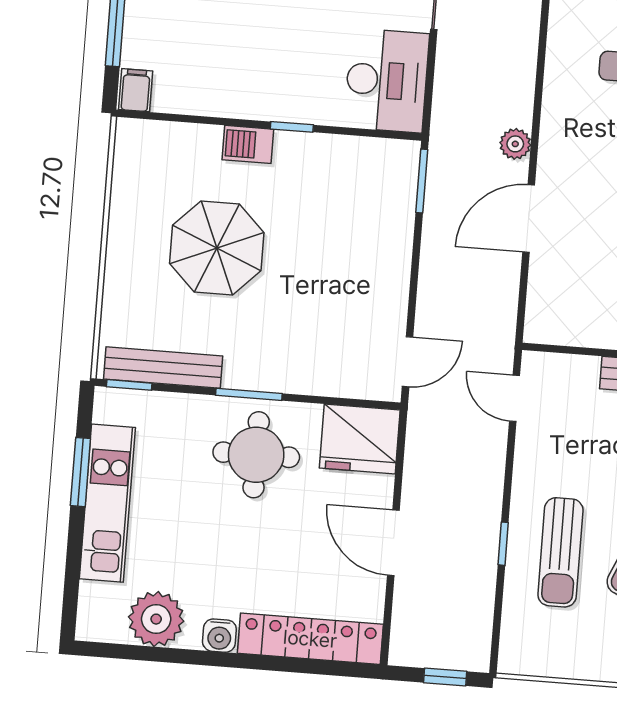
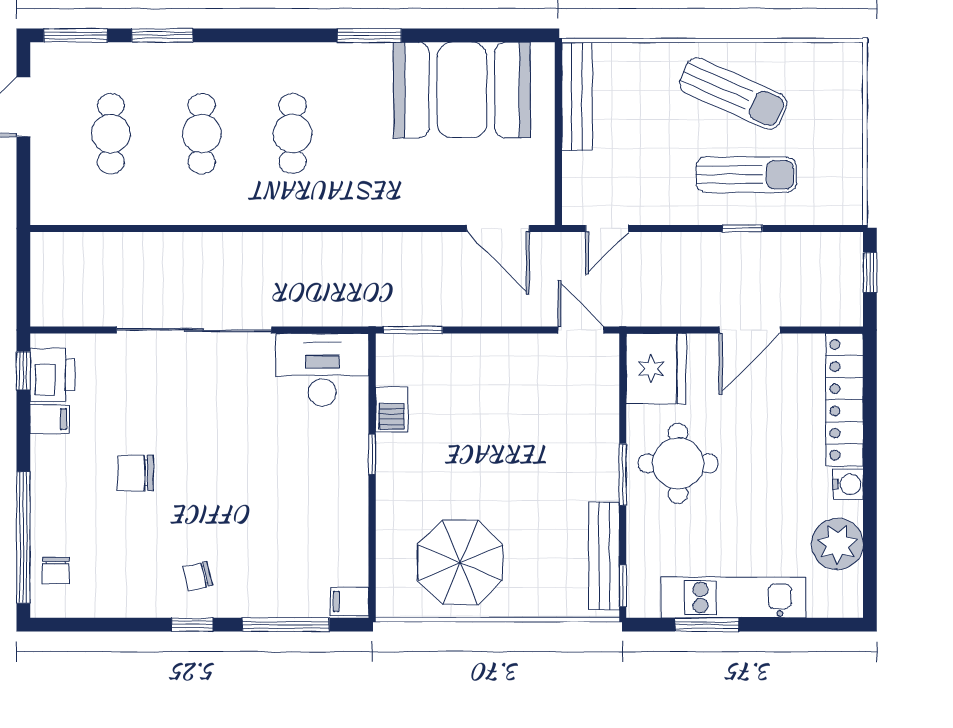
barbecue: (248, 144) -> (392, 410), moved
plant: (515, 144) -> (372, 246), removed
door: (529, 219) -> (498, 228), moved
parasol: (217, 248) -> (460, 562), moved

